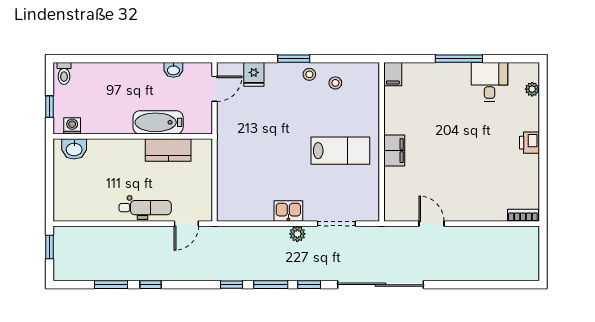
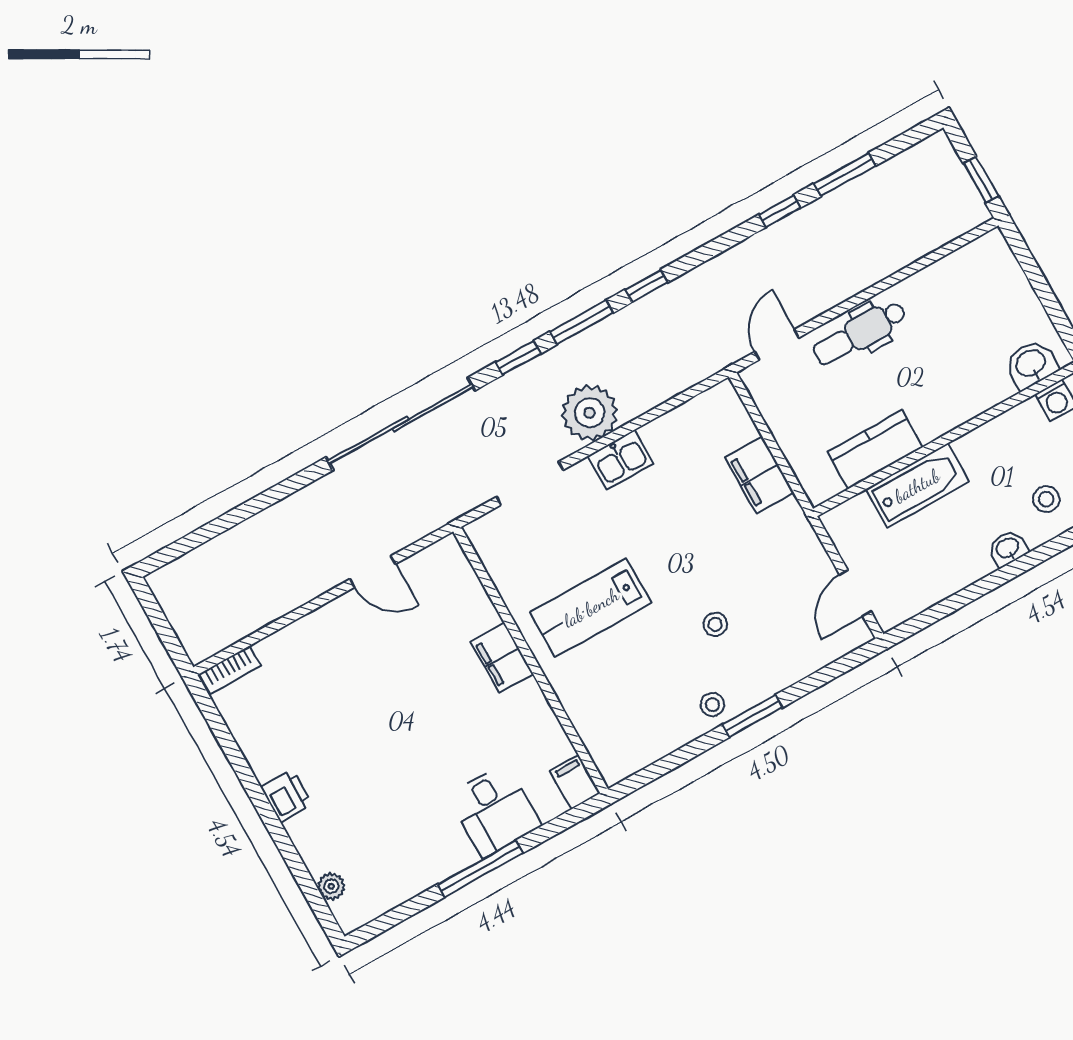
washbasin: (173, 70) -> (1008, 548), moved
fridge: (254, 74) -> (804, 653), removed
desk: (490, 82) -> (495, 810), moved
stool: (102, 83) -> (1046, 499), added
stool: (335, 83) -> (715, 624), moved
filing cabinet: (228, 168) -> (759, 475), added
plant: (297, 234) -> (590, 413), width x1.88, depth x1.88

